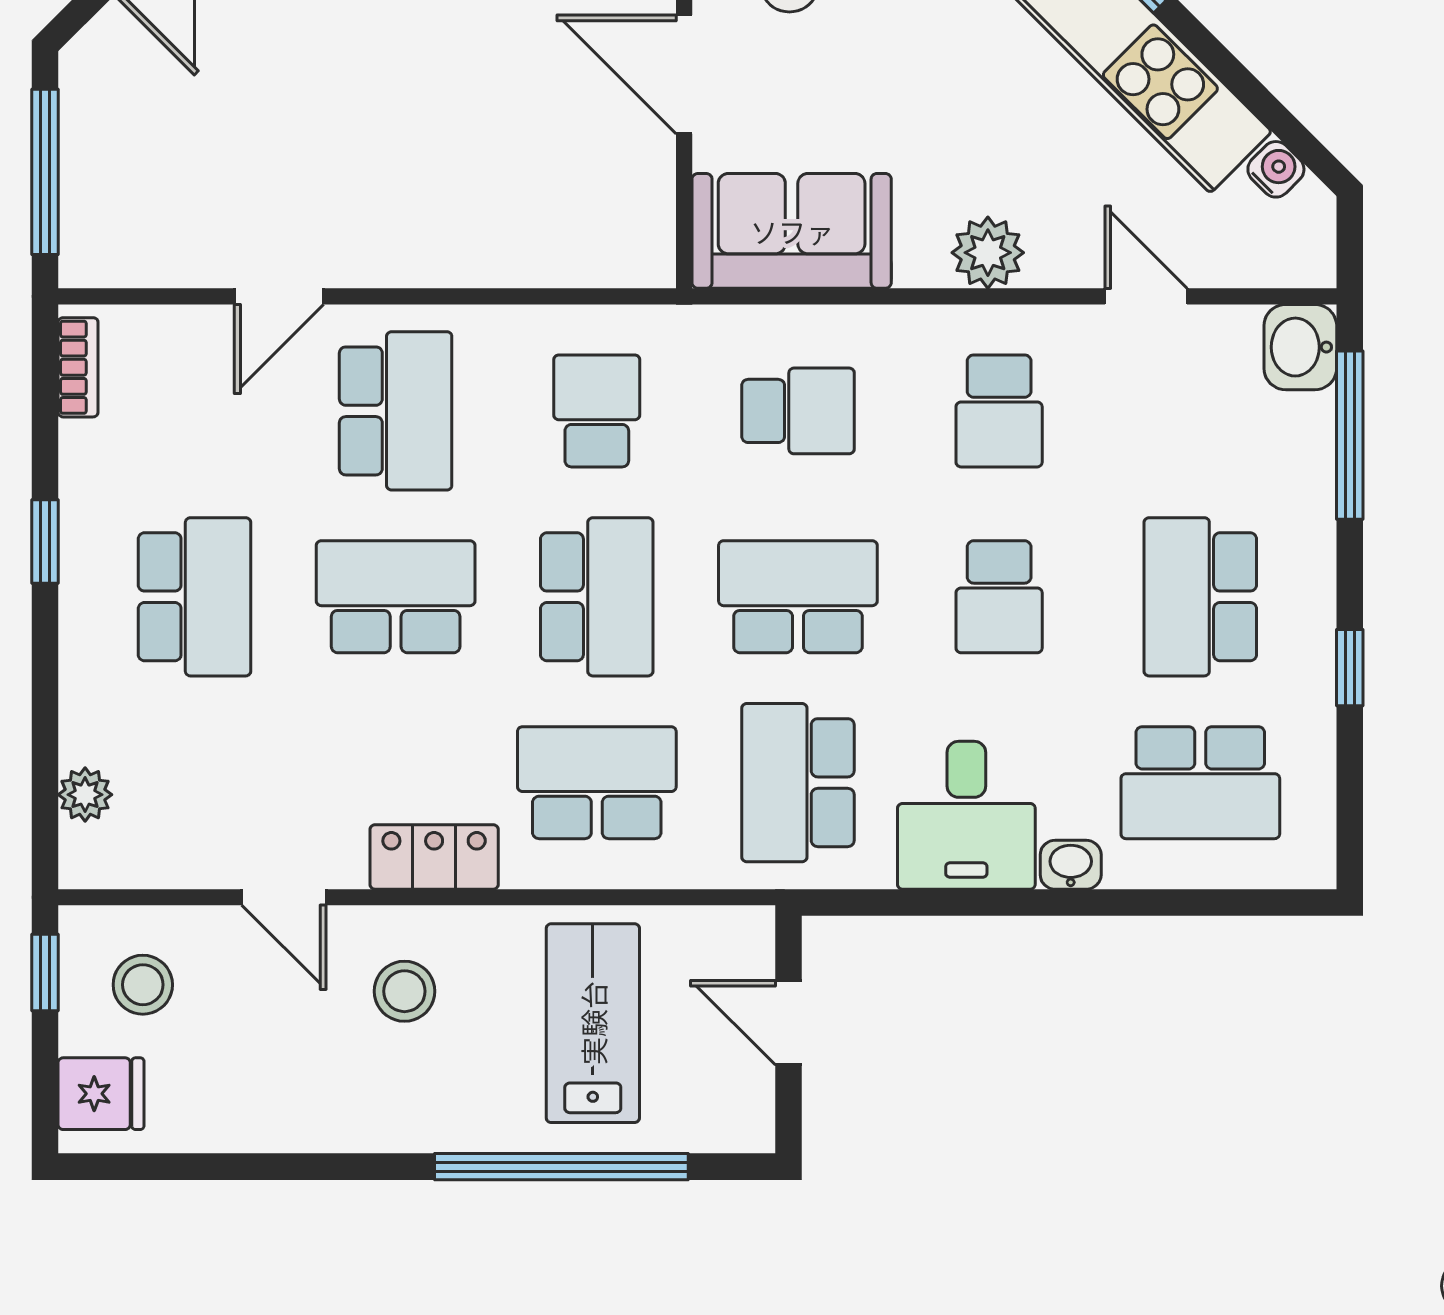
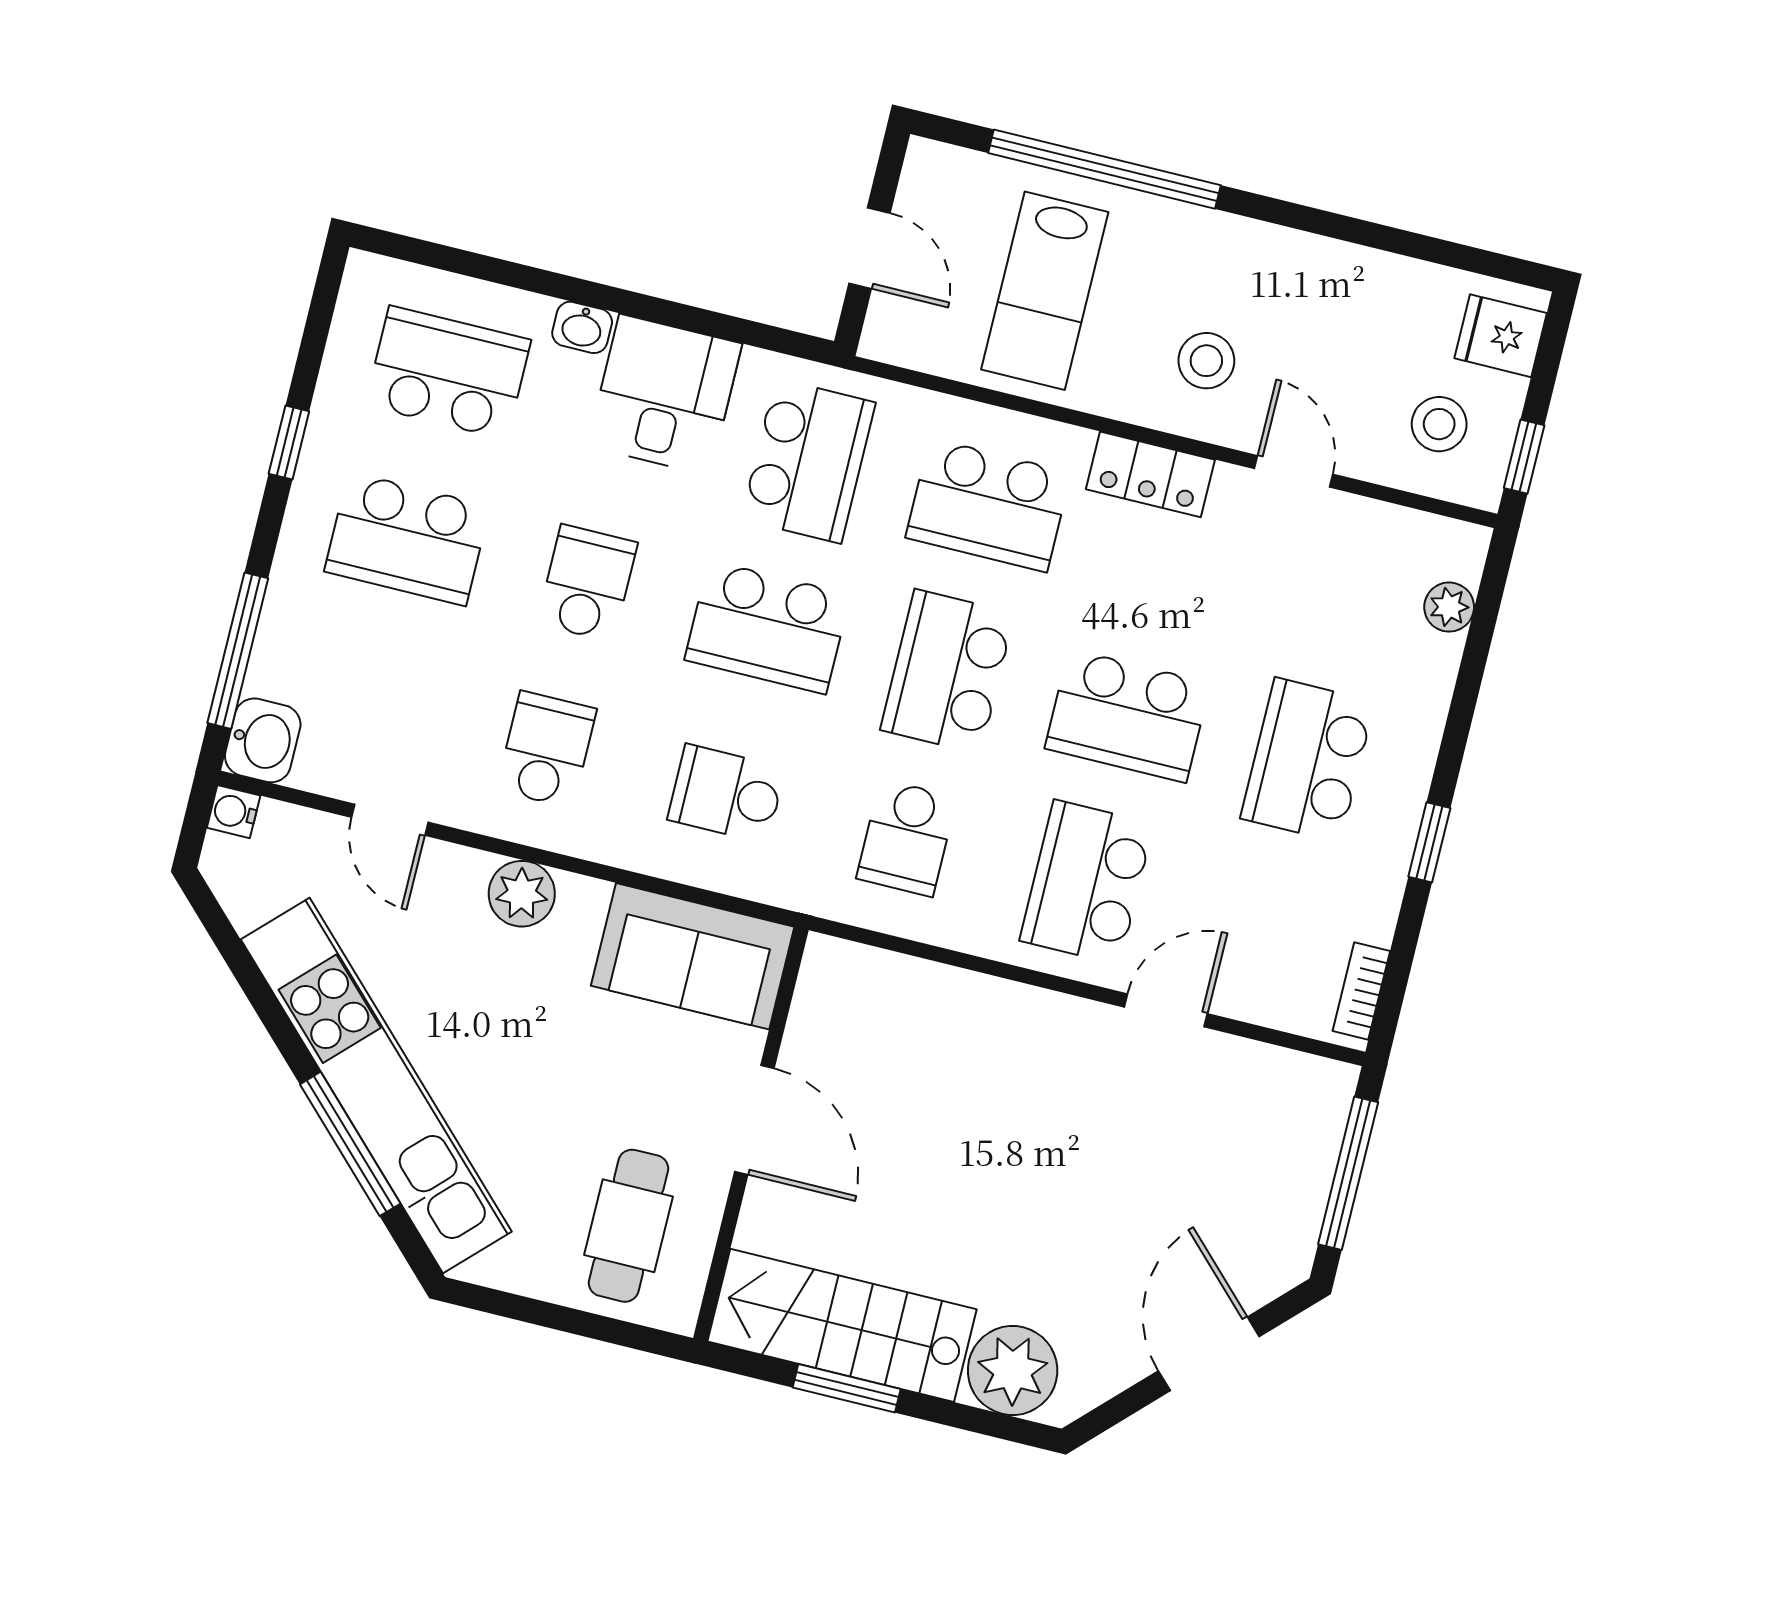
water cooler: (1276, 169) -> (234, 812), moved, turned 45
school desk: (1200, 597) -> (407, 539), turned 90

